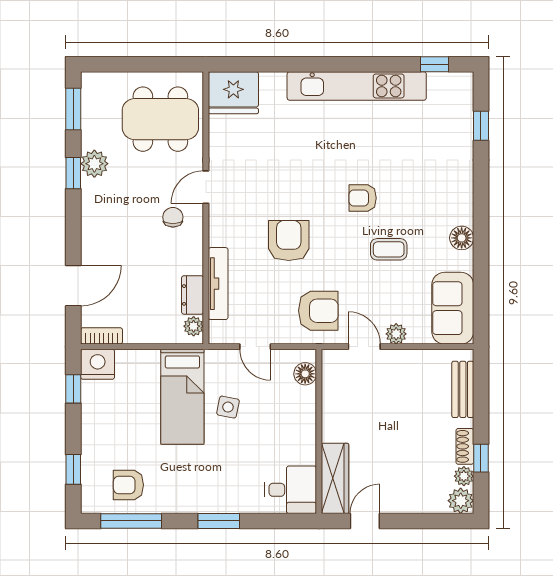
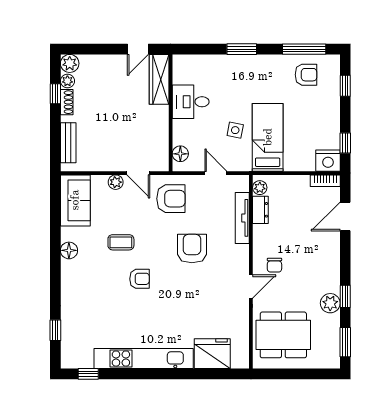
fridge: (233, 93) -> (212, 354), moved
armchair: (289, 241) -> (192, 249), turned 180
armchair: (318, 311) -> (171, 199), turned 180
desk: (291, 490) -> (191, 102), moved

